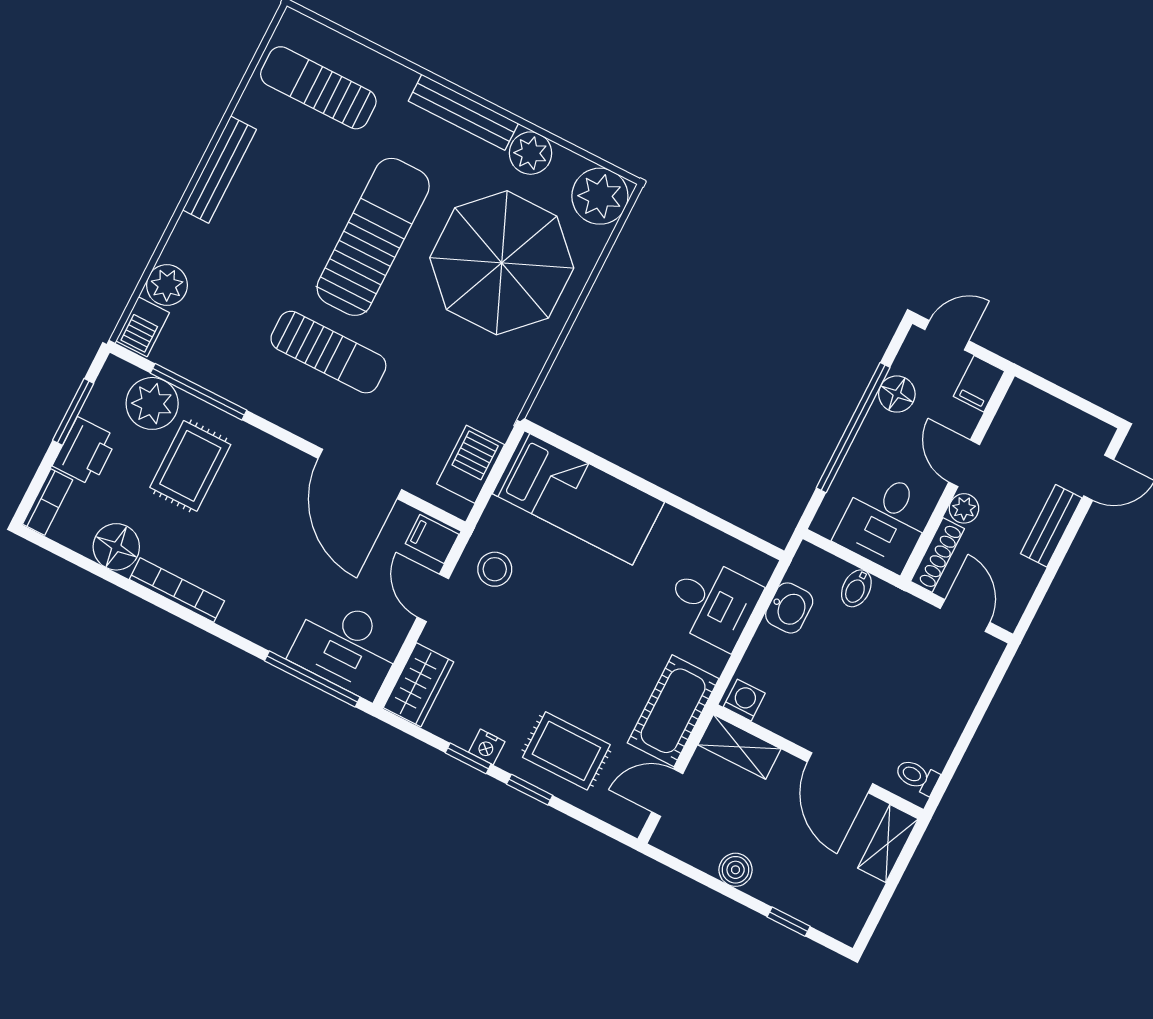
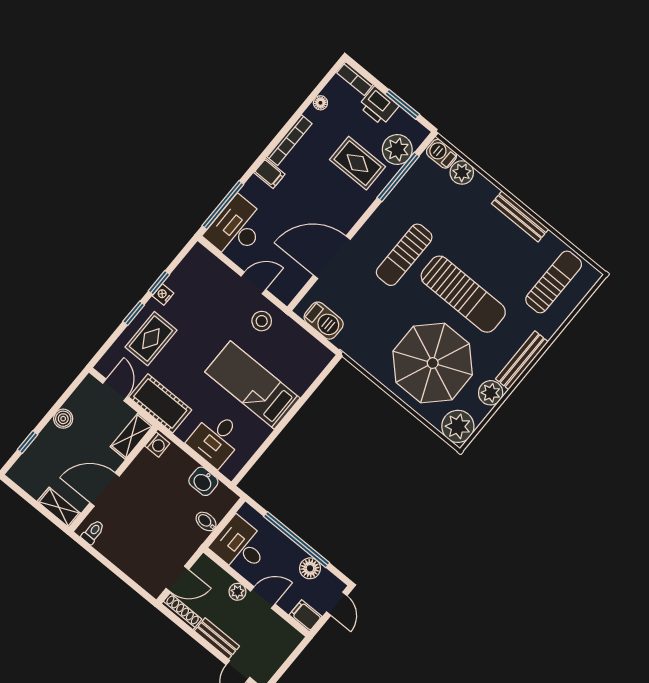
bed: (578, 498) -> (252, 385), moved, turned 90
filing cabinet: (432, 539) -> (269, 173), moved, turned 90
floor lamp: (116, 547) -> (320, 103), width x0.53, depth x0.53
shoe rack: (937, 555) -> (181, 611), moved, turned 180
wardrobe: (419, 685) -> (206, 264), removed

